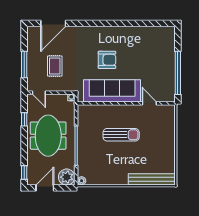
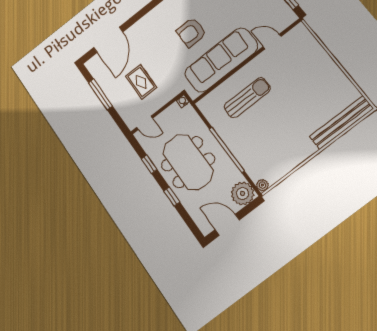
armchair: (107, 60) -> (191, 32), turned 180
window: (24, 64) -> (100, 94), moved
sun lounger: (121, 135) -> (247, 98), moved
window: (24, 173) -> (172, 197), moved
door: (45, 188) -> (227, 225), hinge flipped

